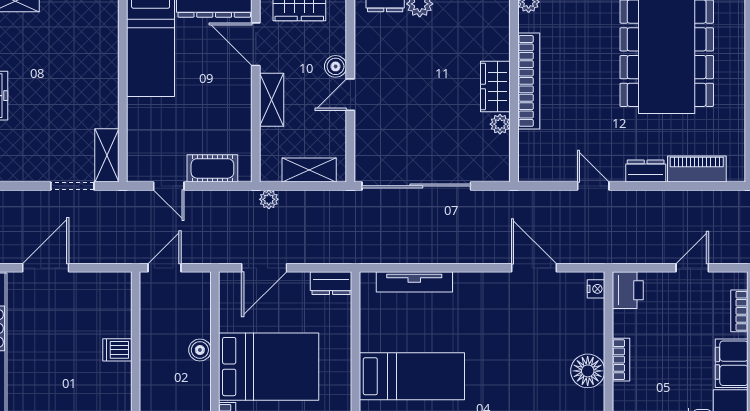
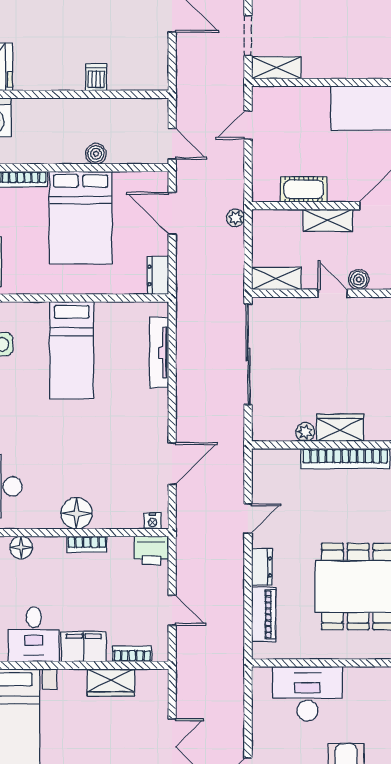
cot: (212, 168) -> (304, 189), moved, turned 90
shelving: (309, 170) -> (276, 279), moved, turned 90
door: (165, 268) -> (172, 144), moved

